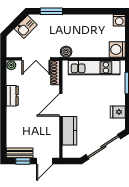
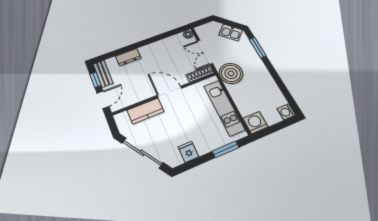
boiler: (66, 52) -> (231, 73), width x1.86, depth x1.86
dresser: (12, 96) -> (128, 57), moved
door: (45, 161) -> (103, 100), swing flipped

